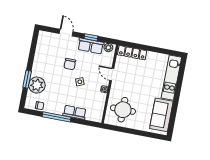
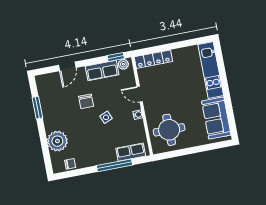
door: (66, 33) -> (67, 66), swing flipped
window: (91, 37) -> (116, 57), moved
window: (27, 79) -> (37, 108), moved
row of seats: (75, 112) -> (131, 152), moved
window: (57, 117) -> (115, 165), moved

